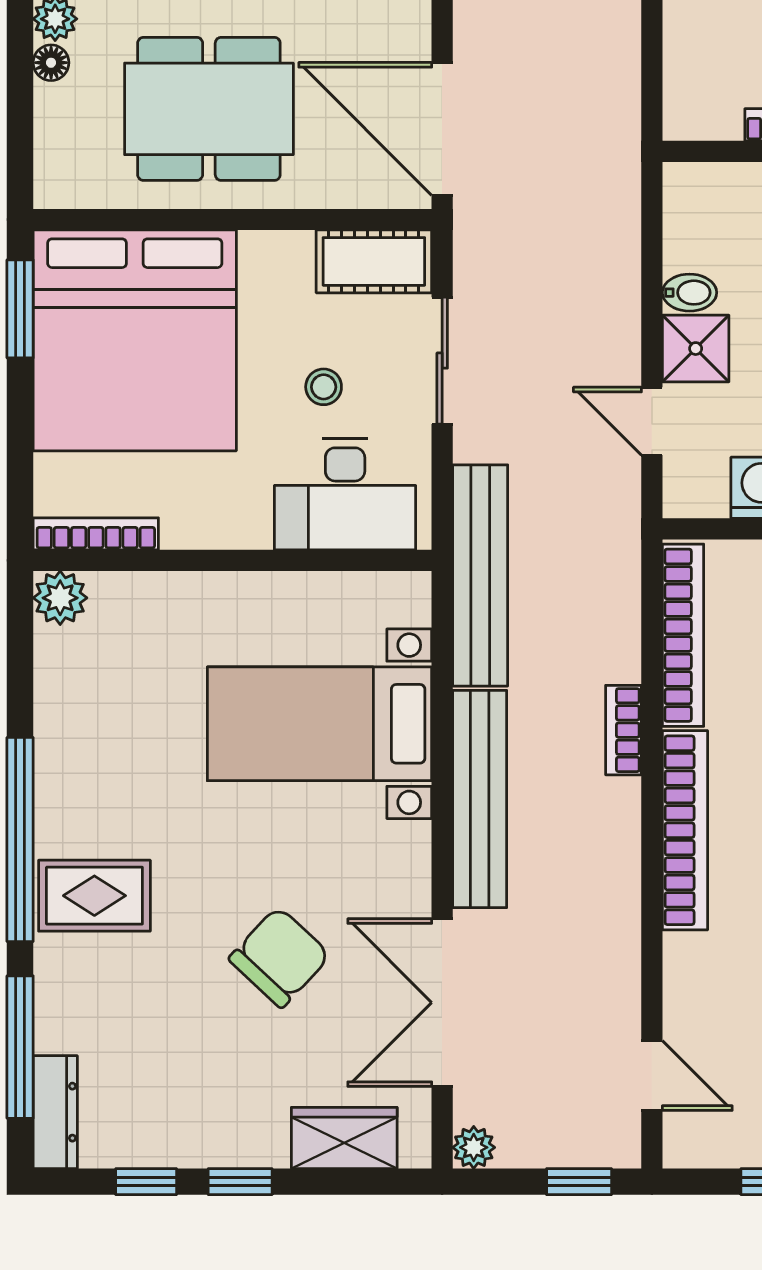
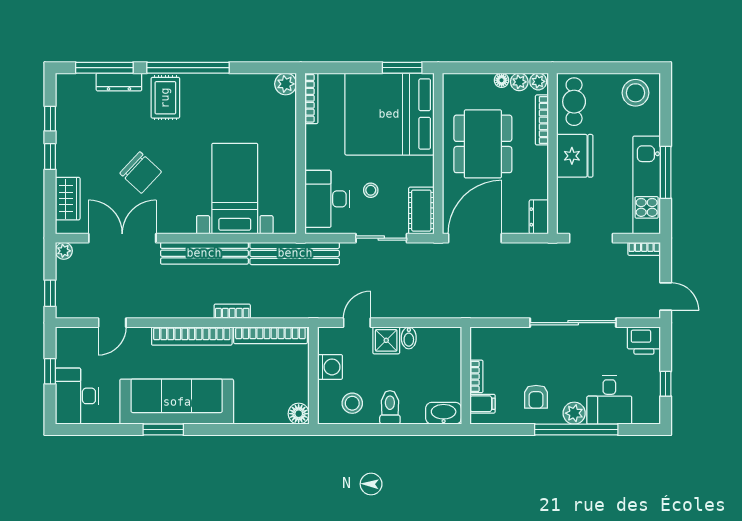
door: (652, 1075) -> (112, 323), moved
dresser: (55, 1112) -> (119, 82), moved

